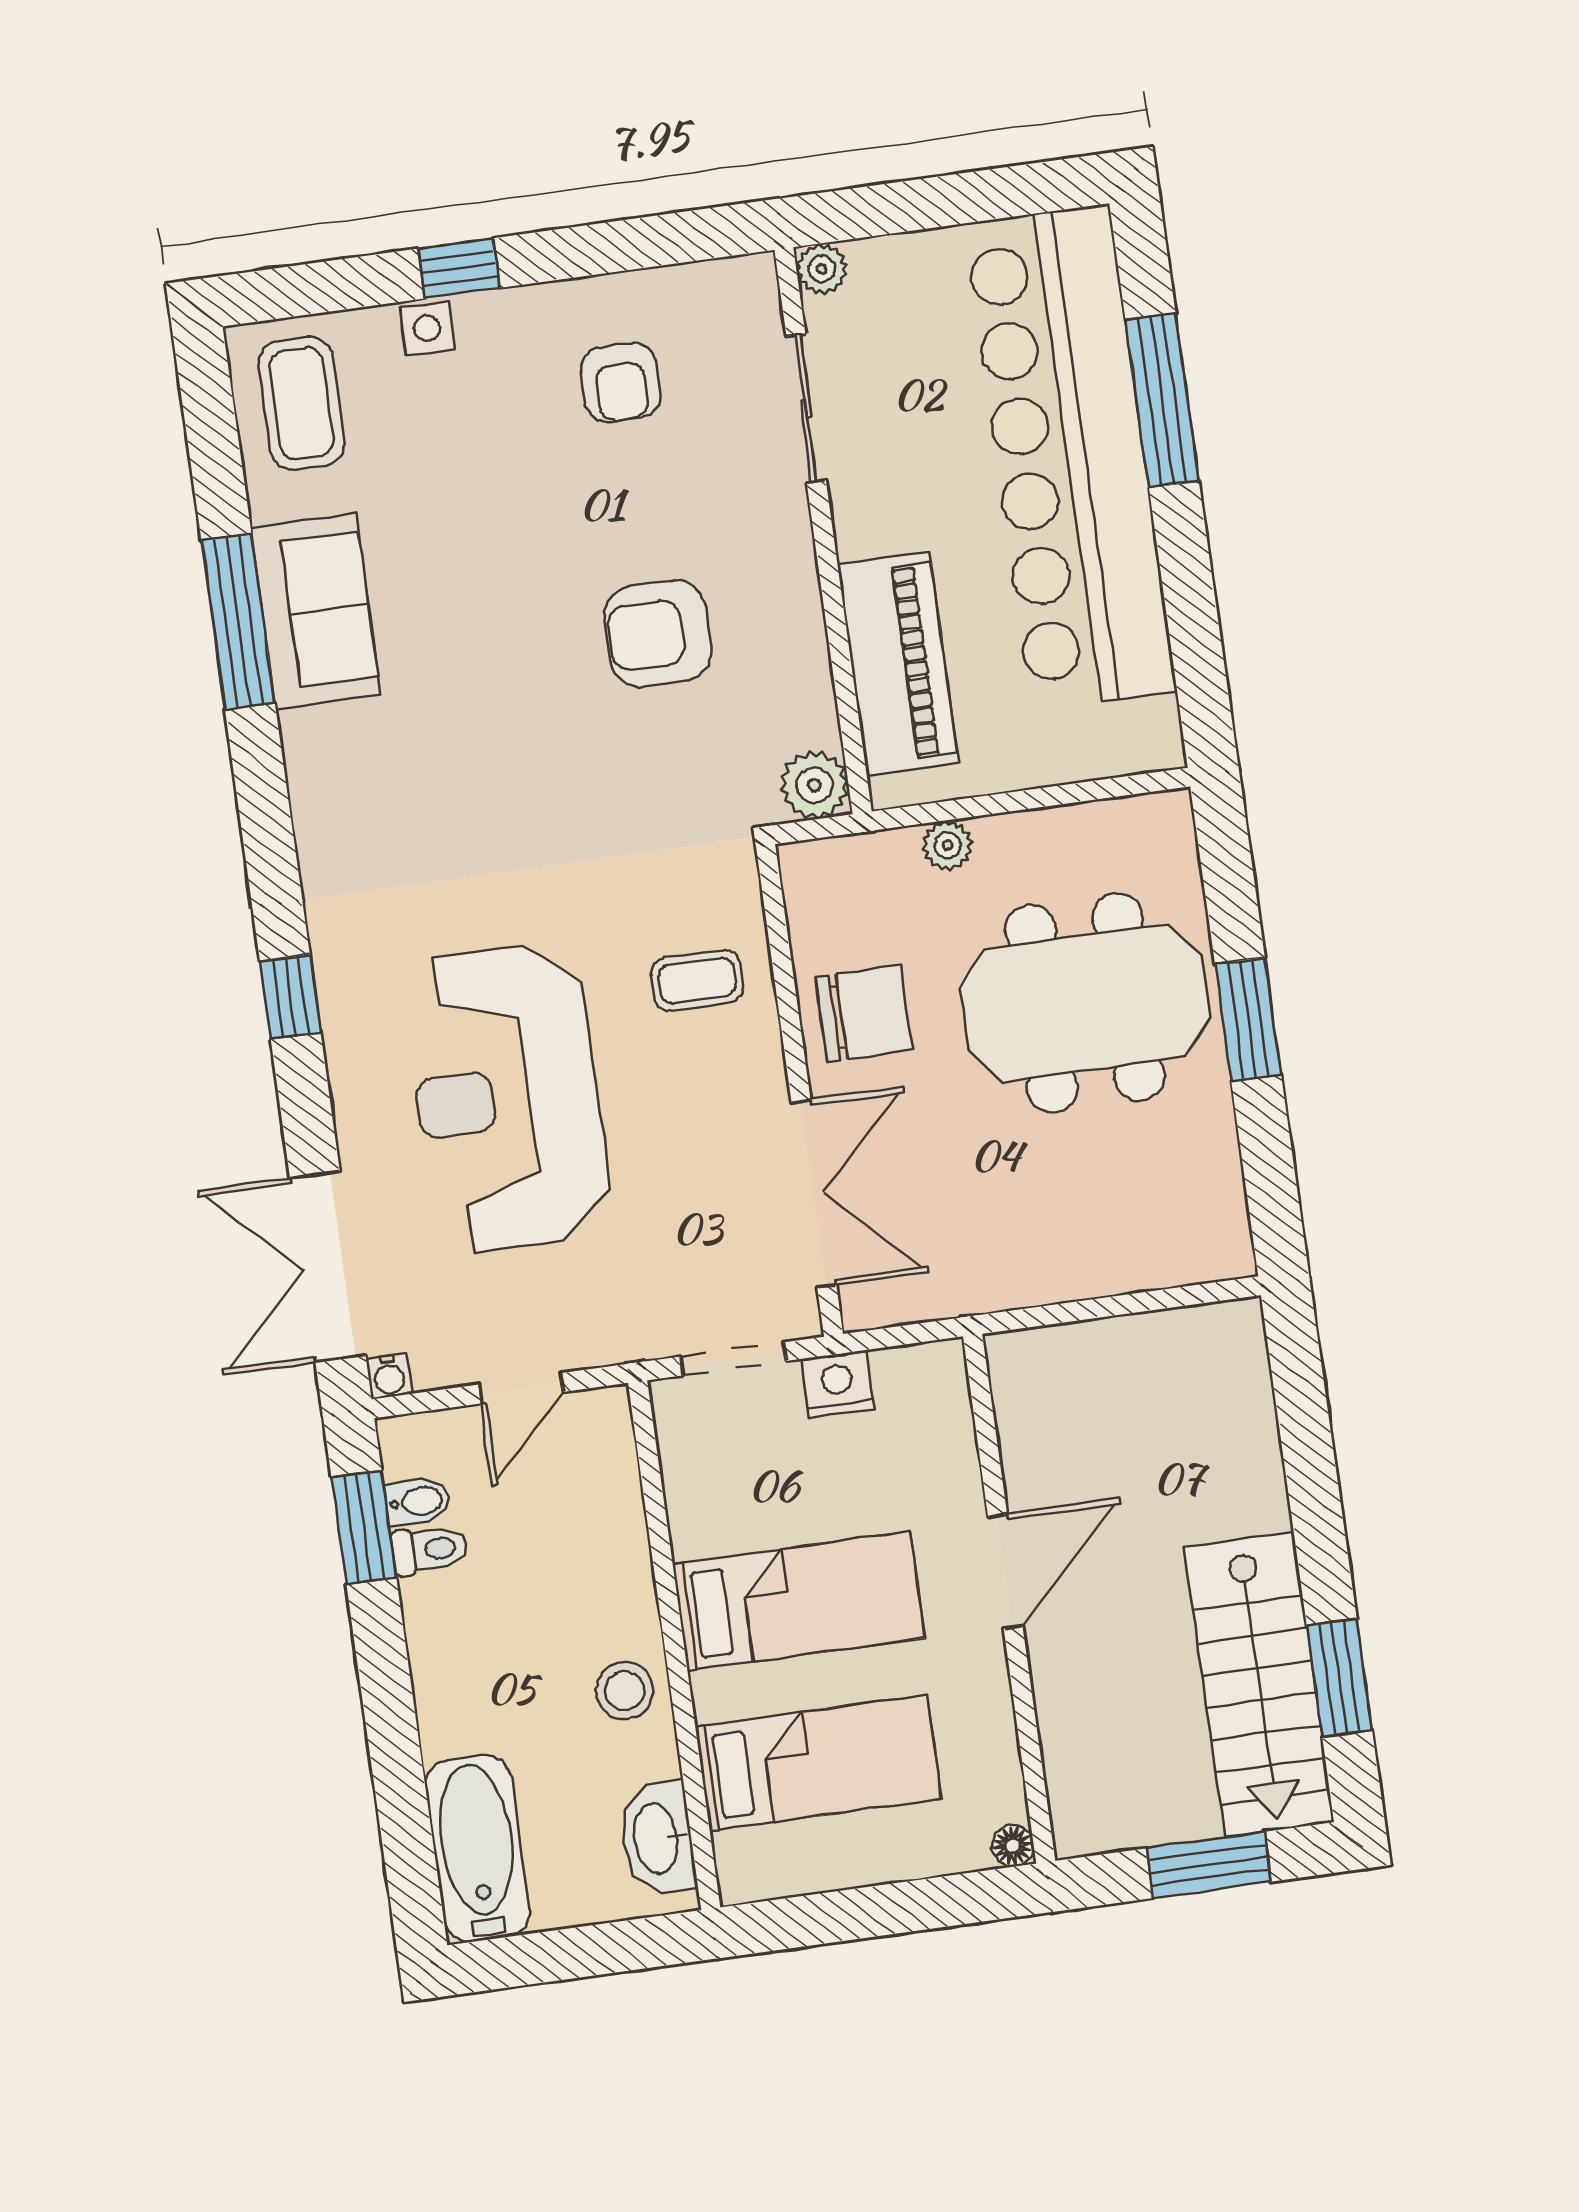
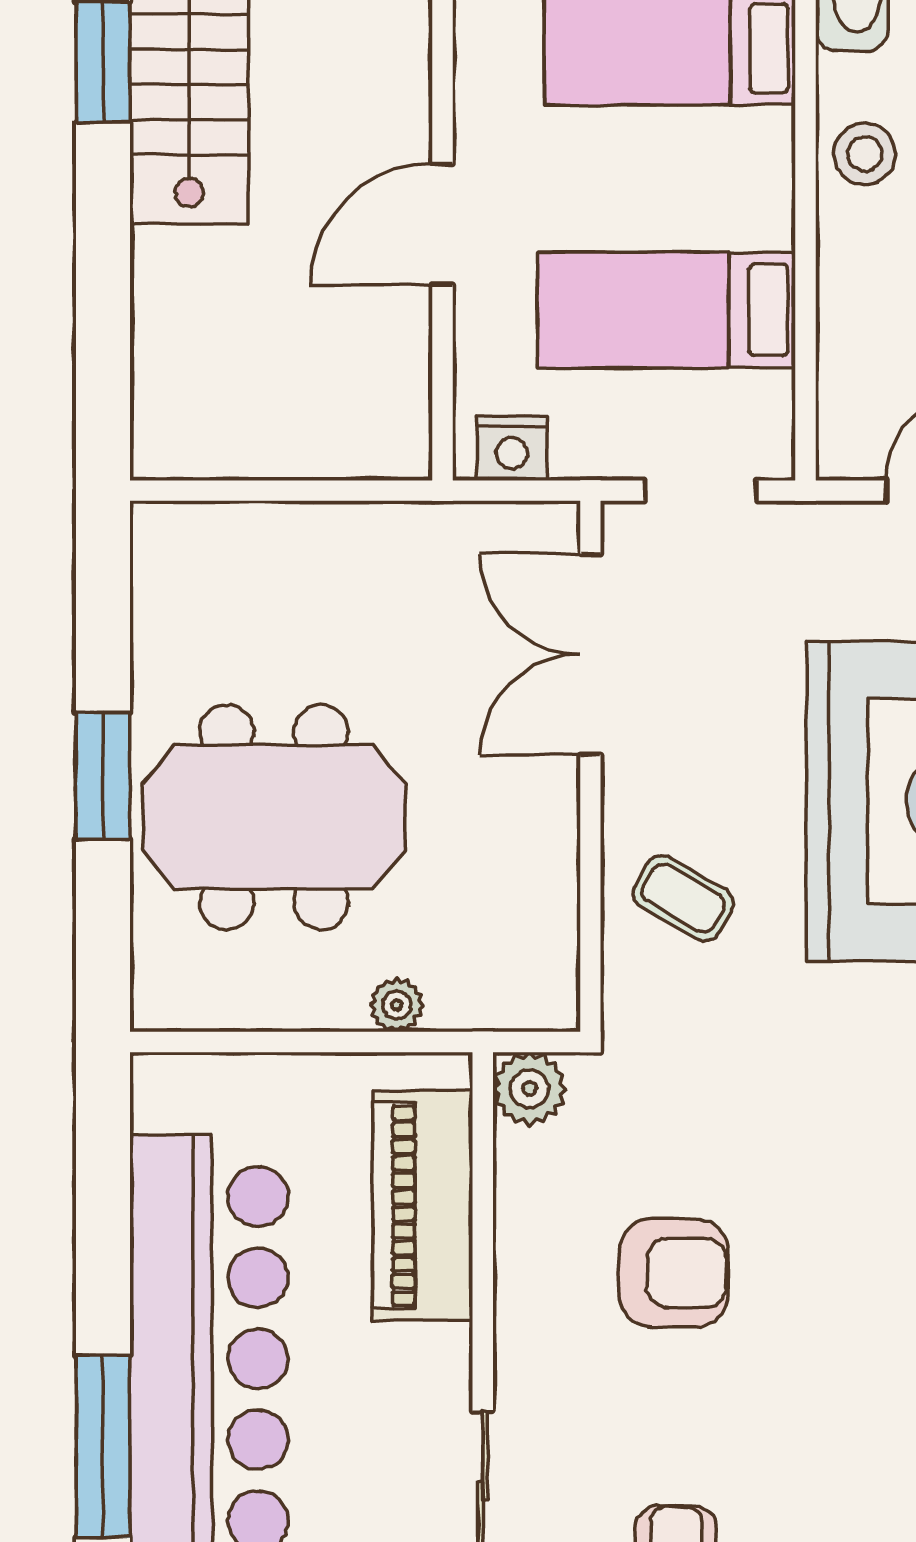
coffee table: (697, 980) -> (683, 898), turned 30
chair: (864, 1013) -> (511, 839), removed
nightstand: (837, 1384) -> (512, 448), moved
bed: (799, 1601) -> (667, 310), moved

